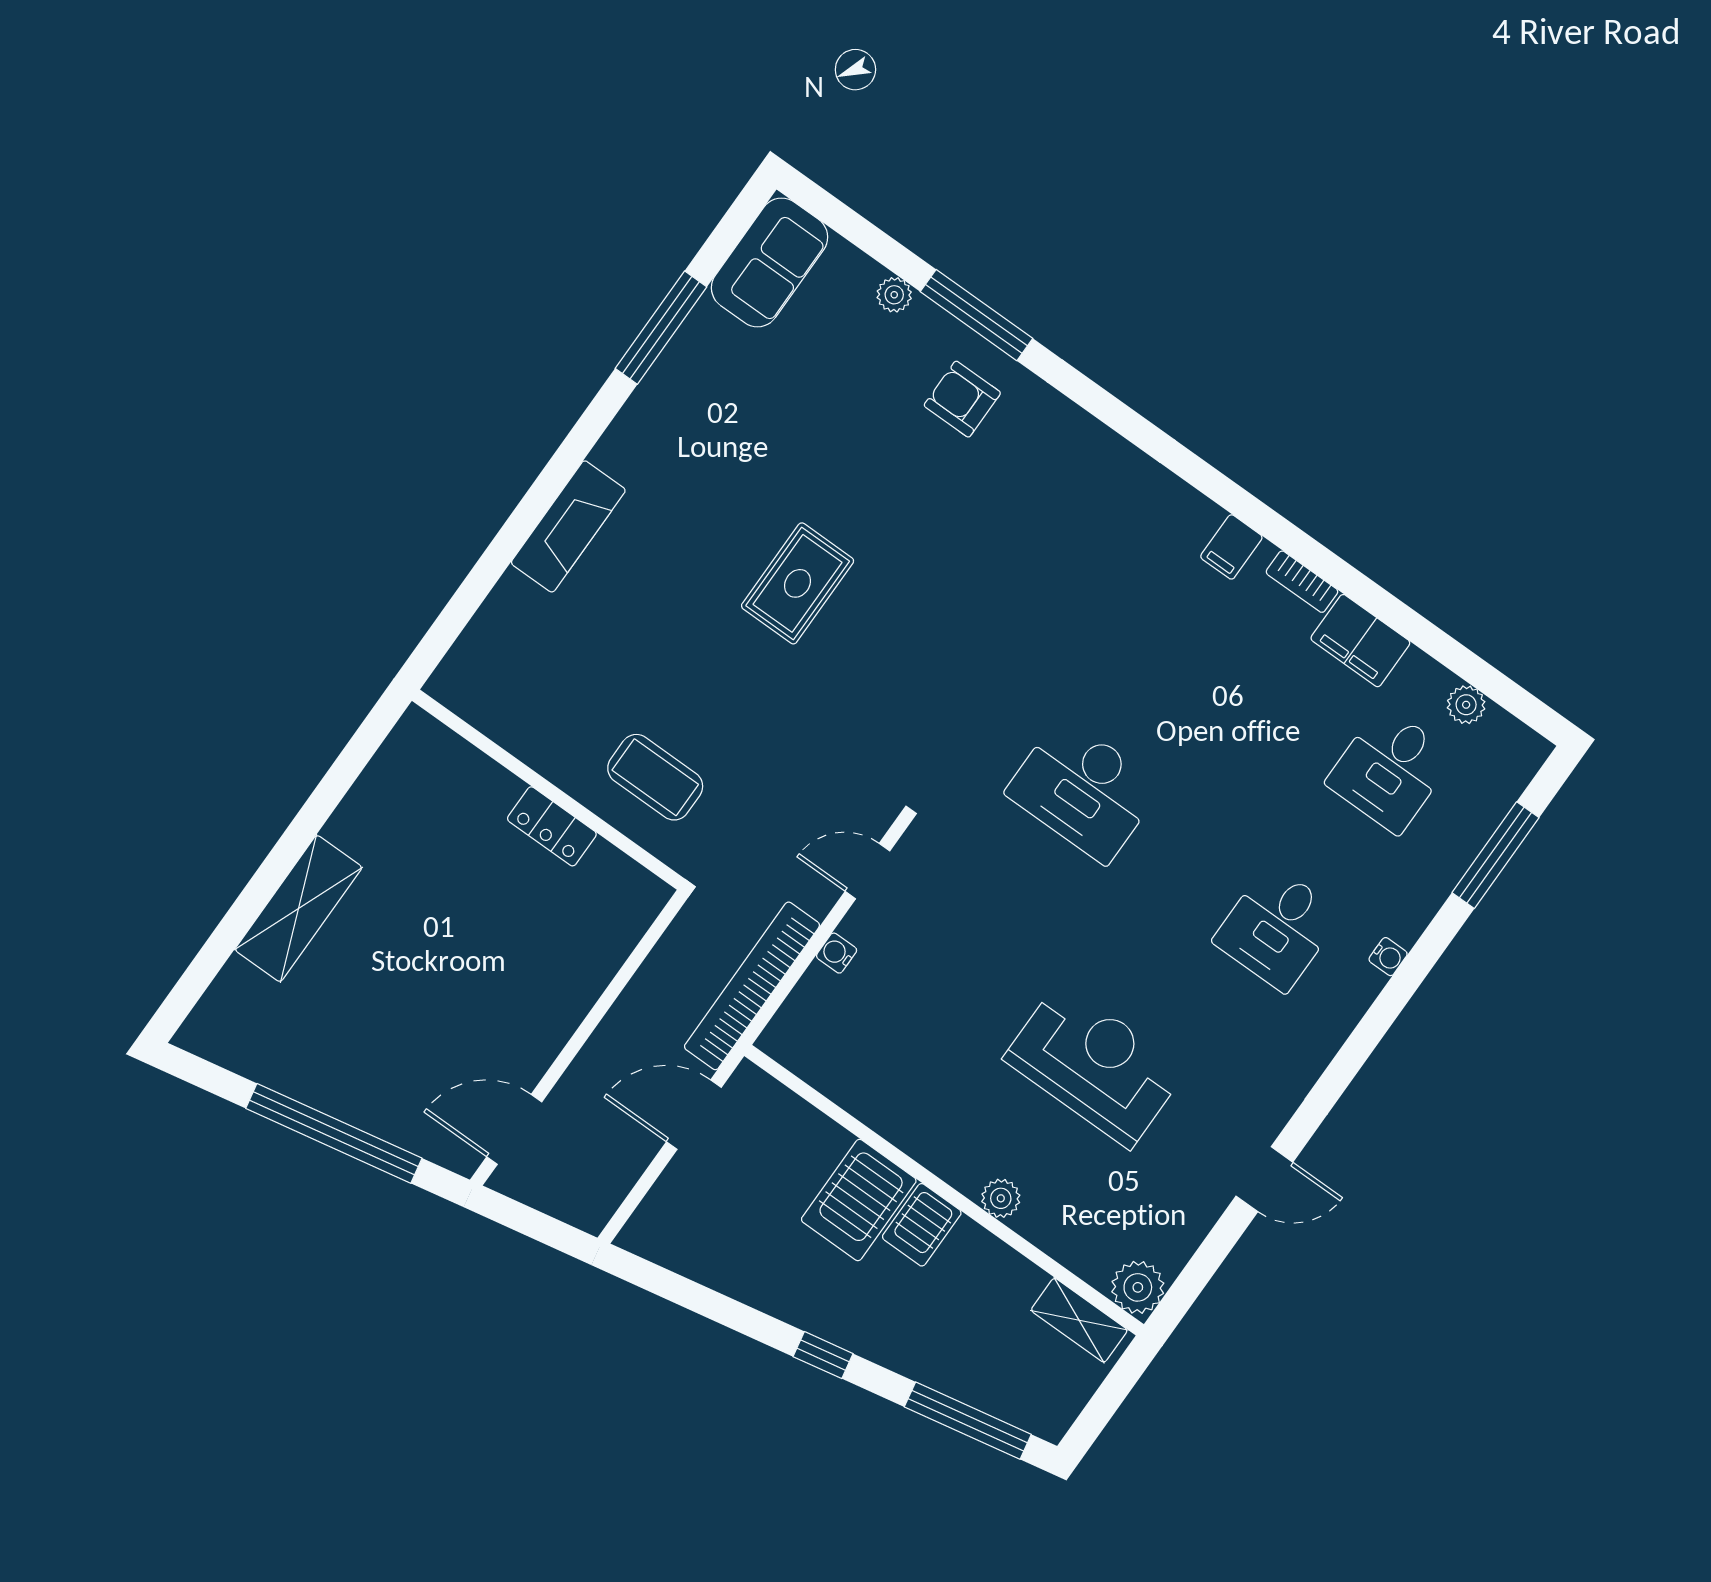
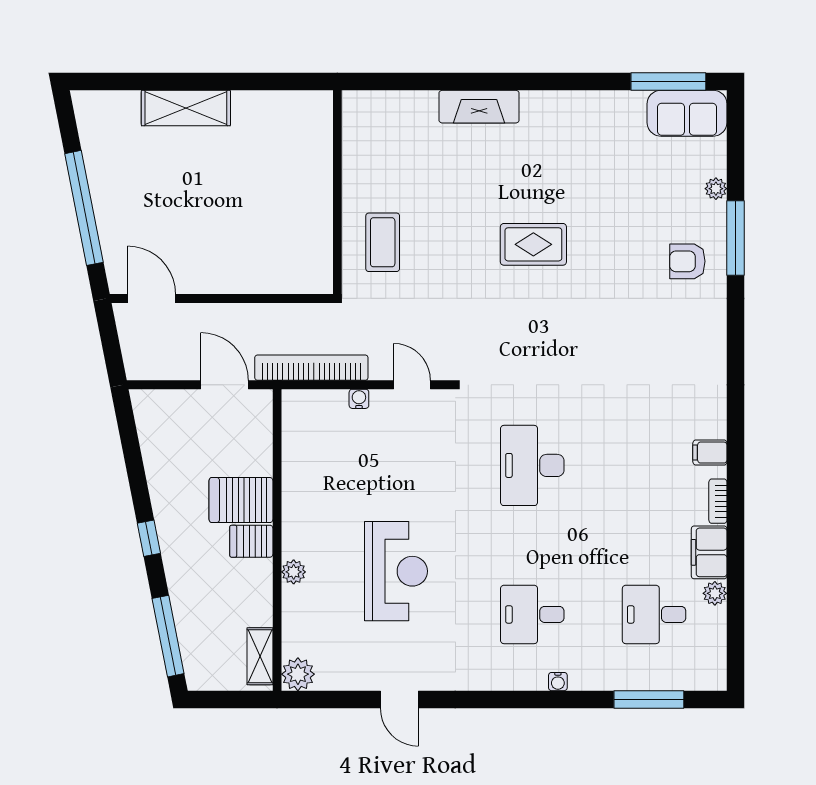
window: (661, 328) -> (668, 82), moved
armchair: (962, 399) -> (687, 261), turned -90
plant: (1466, 705) -> (715, 593), moved
locker: (552, 826) -> (320, 207), removed

